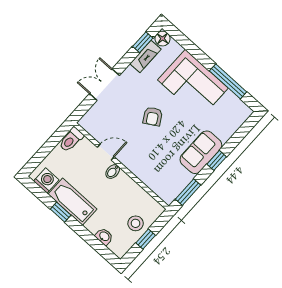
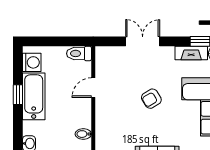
door: (106, 152) -> (93, 88), swing flipped
bidet: (113, 171) -> (83, 134), moved

